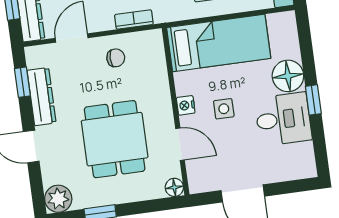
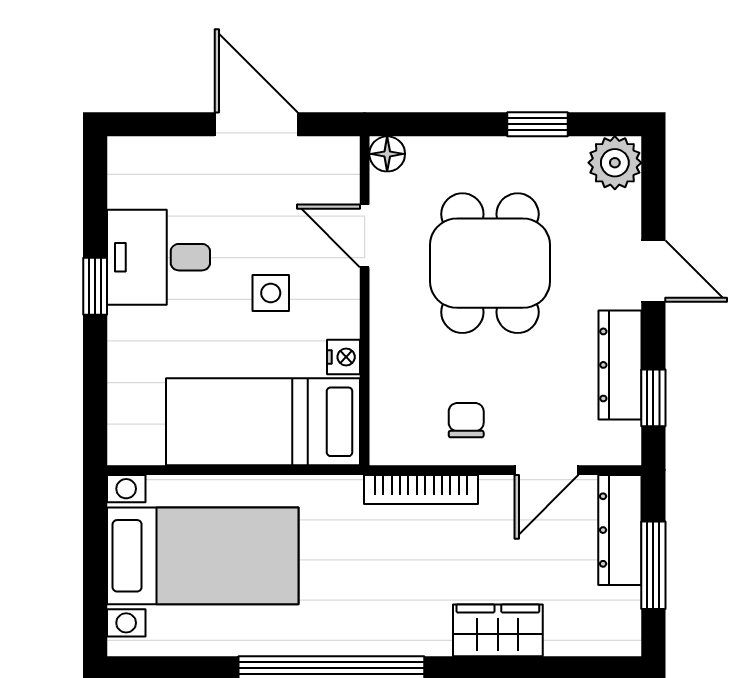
bookcase: (134, 20) -> (421, 489), width x1.56
chair: (116, 58) -> (466, 420), turned 90
floor lamp: (288, 76) -> (138, 339), removed
nightstand: (186, 105) -> (343, 357), moved

